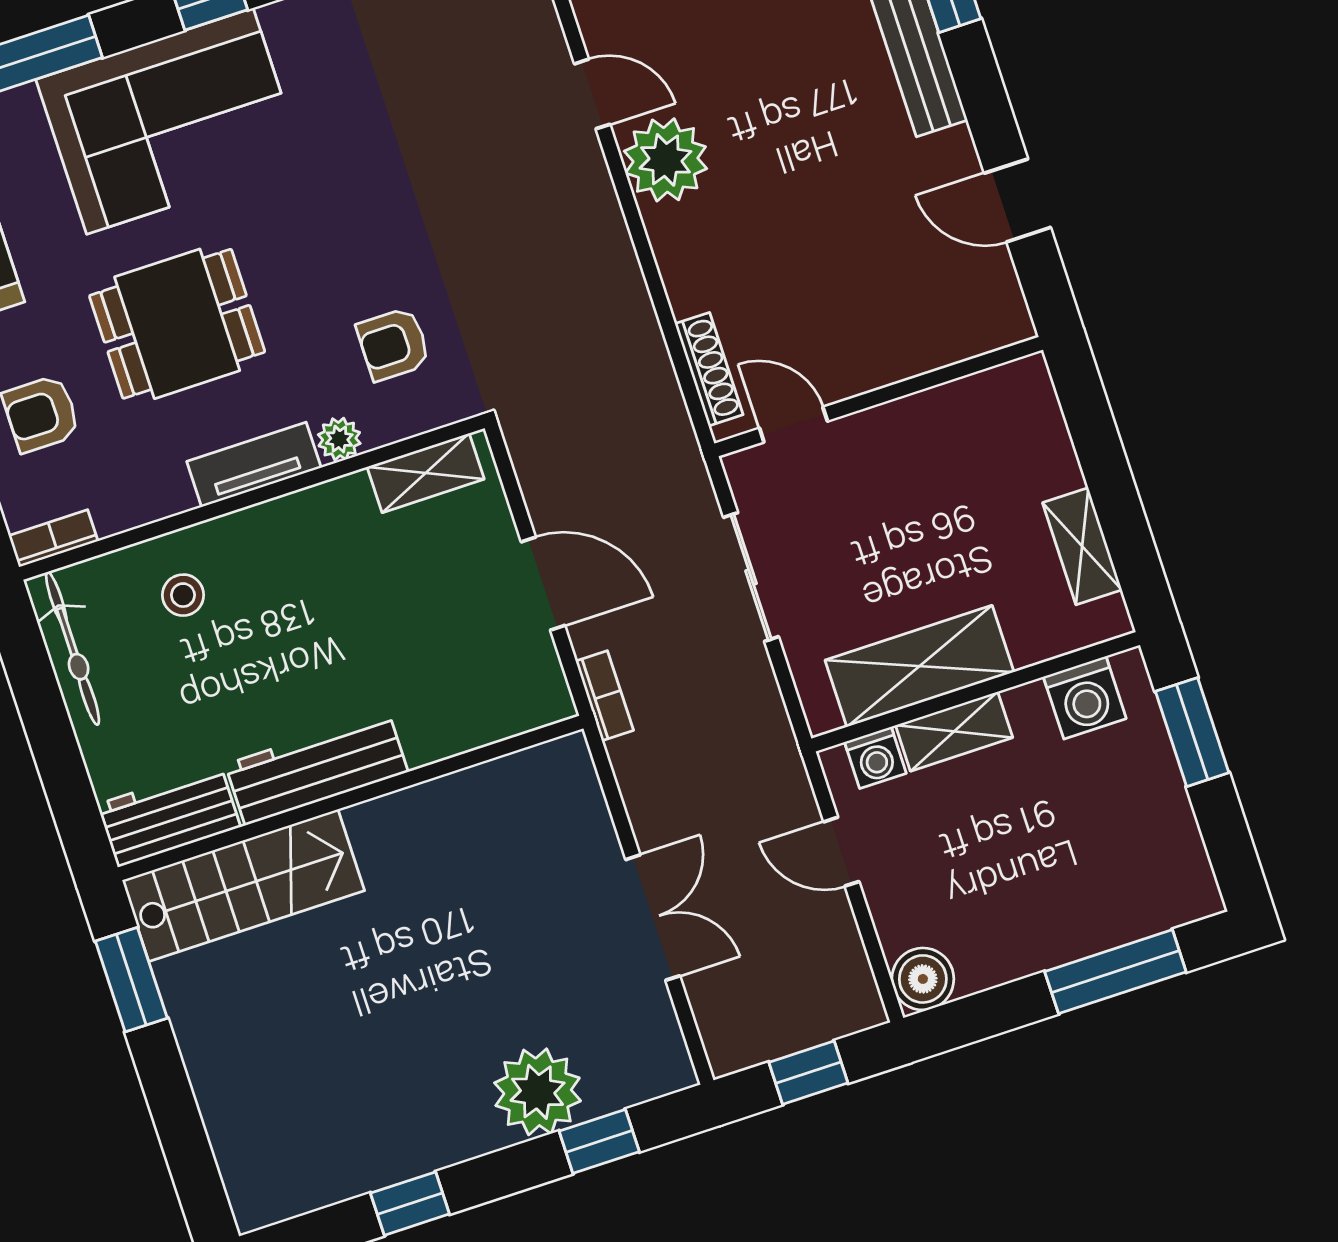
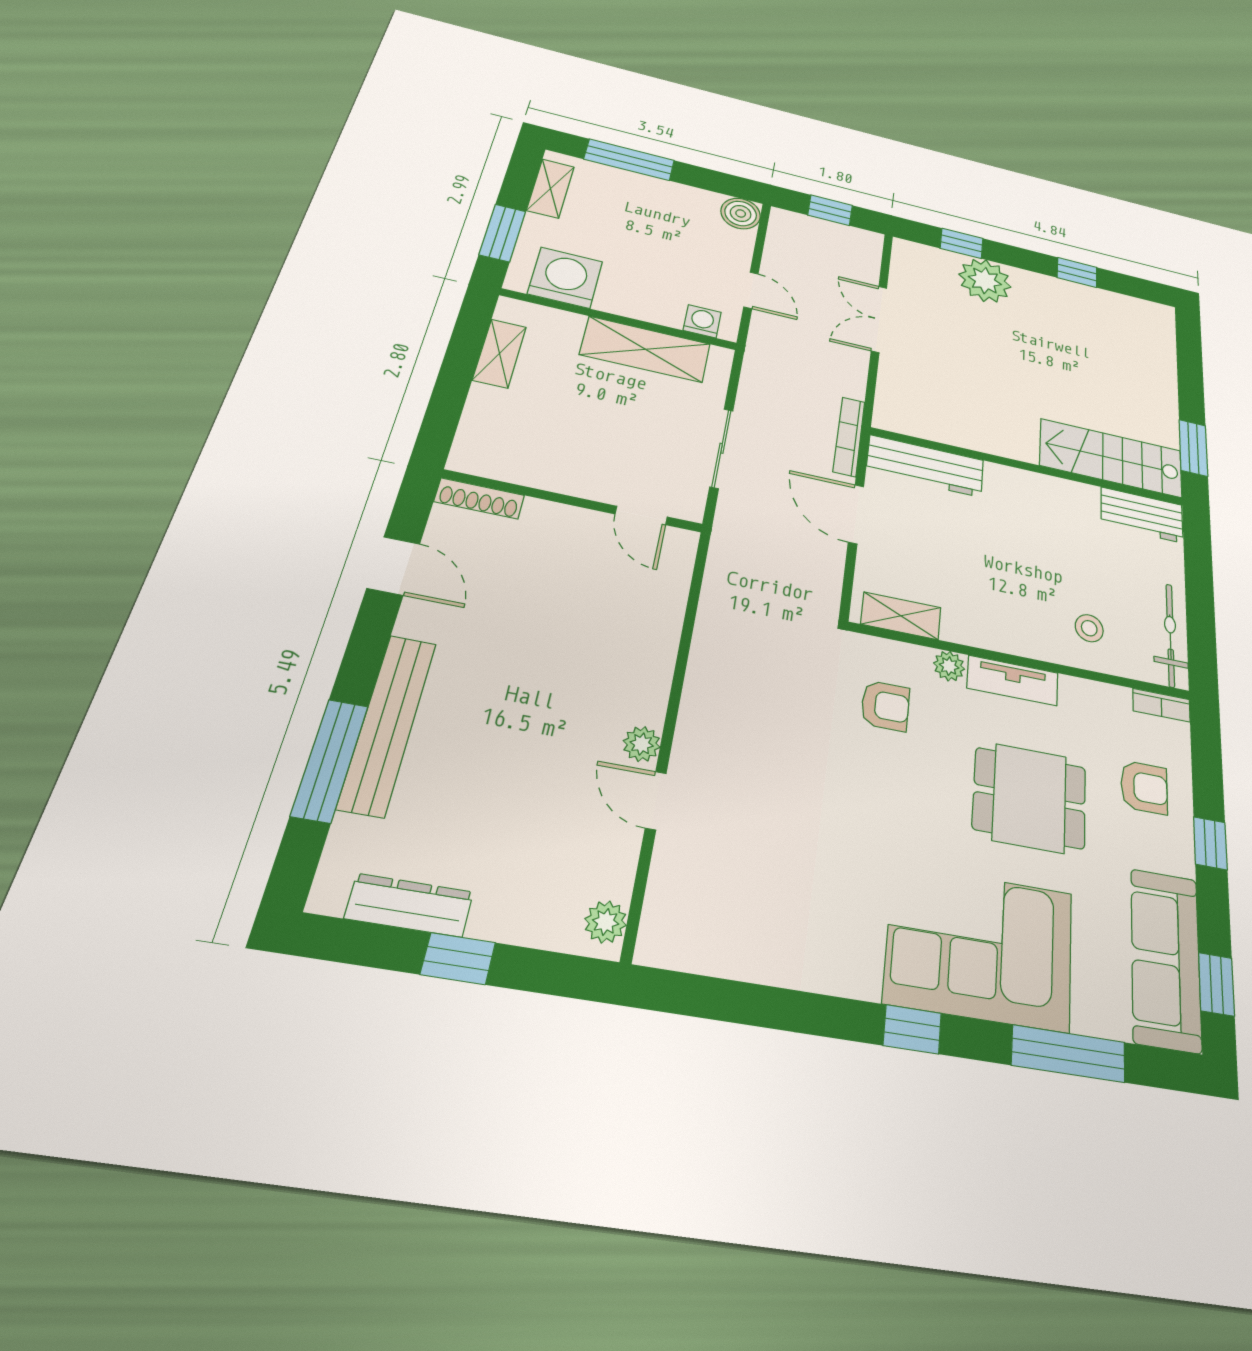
plant: (665, 160) -> (642, 744), width x0.53, depth x0.53
shoe rack: (709, 369) -> (479, 498), moved, turned -90
bookcase: (605, 696) -> (849, 437), width x1.56
washing machine: (1085, 698) -> (565, 278), width x1.37, depth x1.37
shelving: (954, 731) -> (550, 188), moved, turned 90
workbench: (317, 768) -> (925, 466), moved

